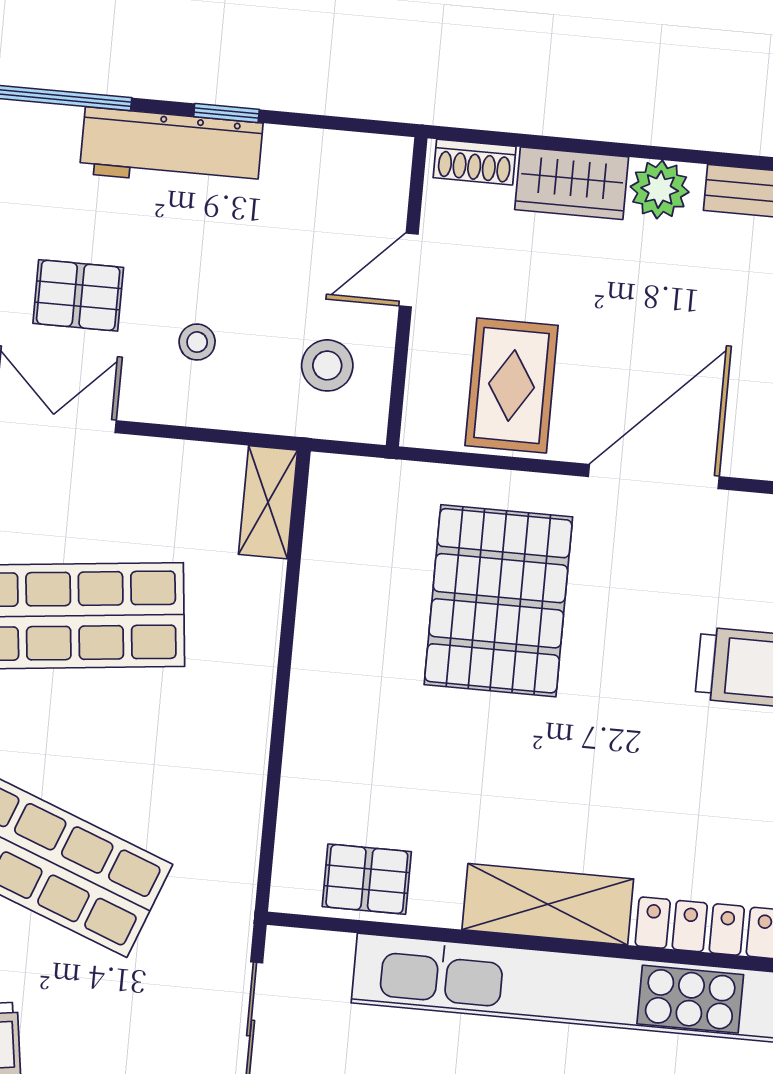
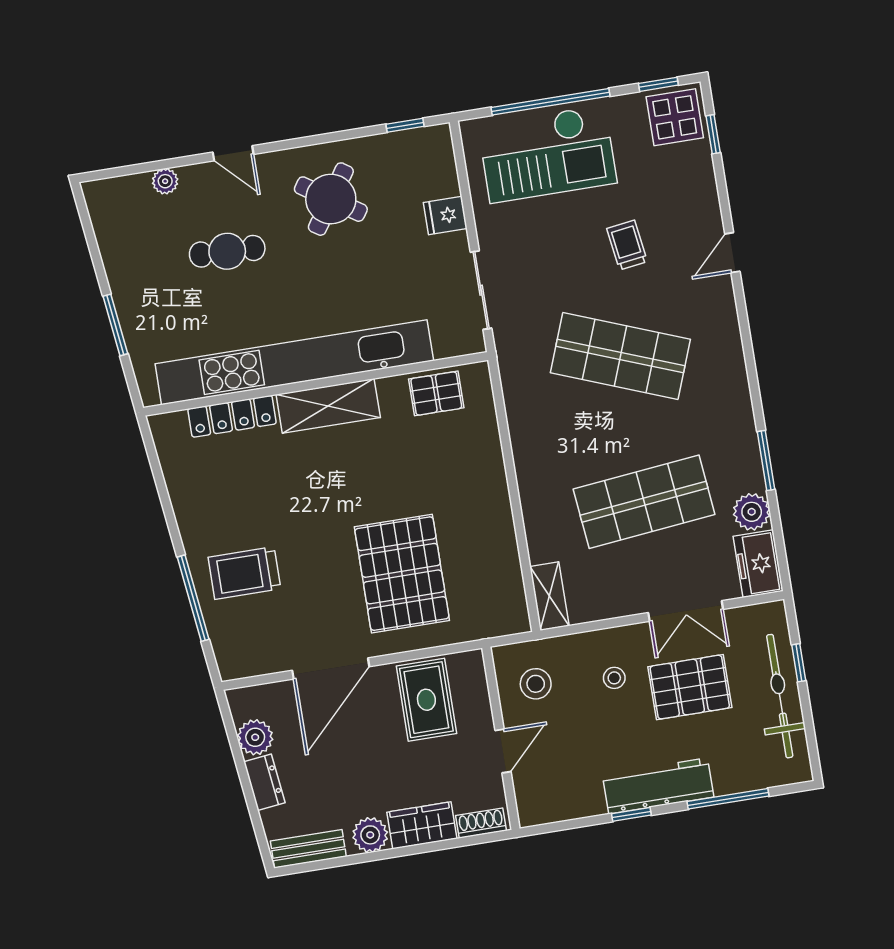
pallet: (78, 295) -> (690, 687), width x1.50, depth x1.42

